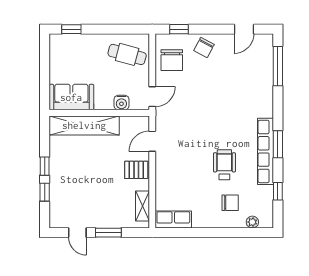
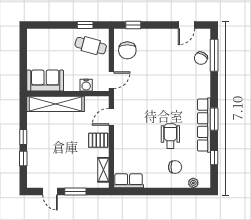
window: (71, 29) -> (85, 25), moved
chair: (204, 48) -> (201, 58), moved

